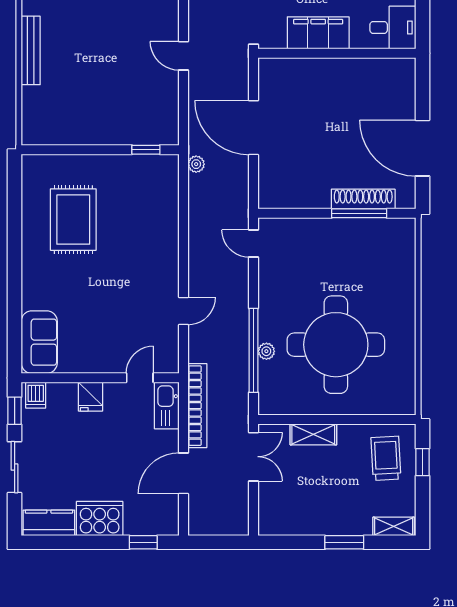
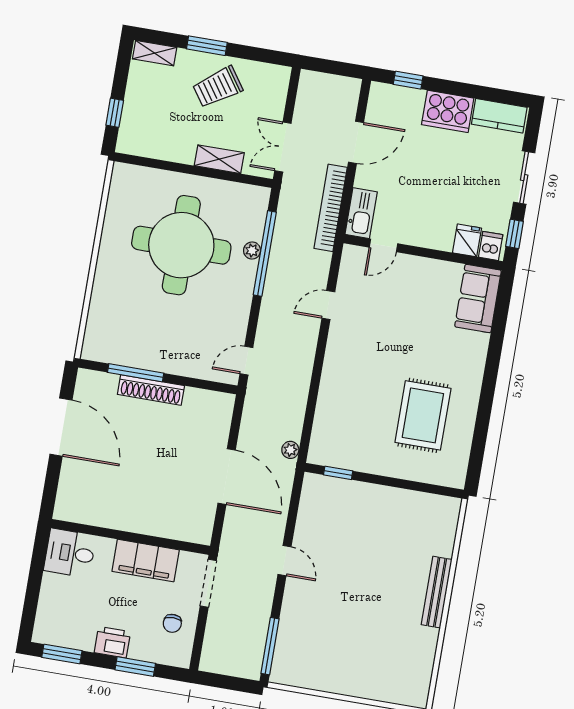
shoe rack: (363, 199) -> (151, 390), moved
door: (254, 243) -> (246, 361), swing flipped
fridge: (91, 397) -> (467, 240), moved
trolley: (386, 458) -> (218, 87), moved, turned 58

